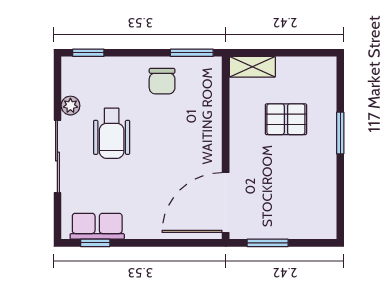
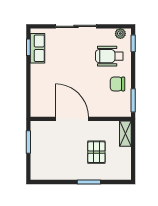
plant: (70, 106) -> (120, 34), moved
wheelchair: (112, 133) -> (109, 56), moved
door: (226, 203) -> (72, 119), moved

